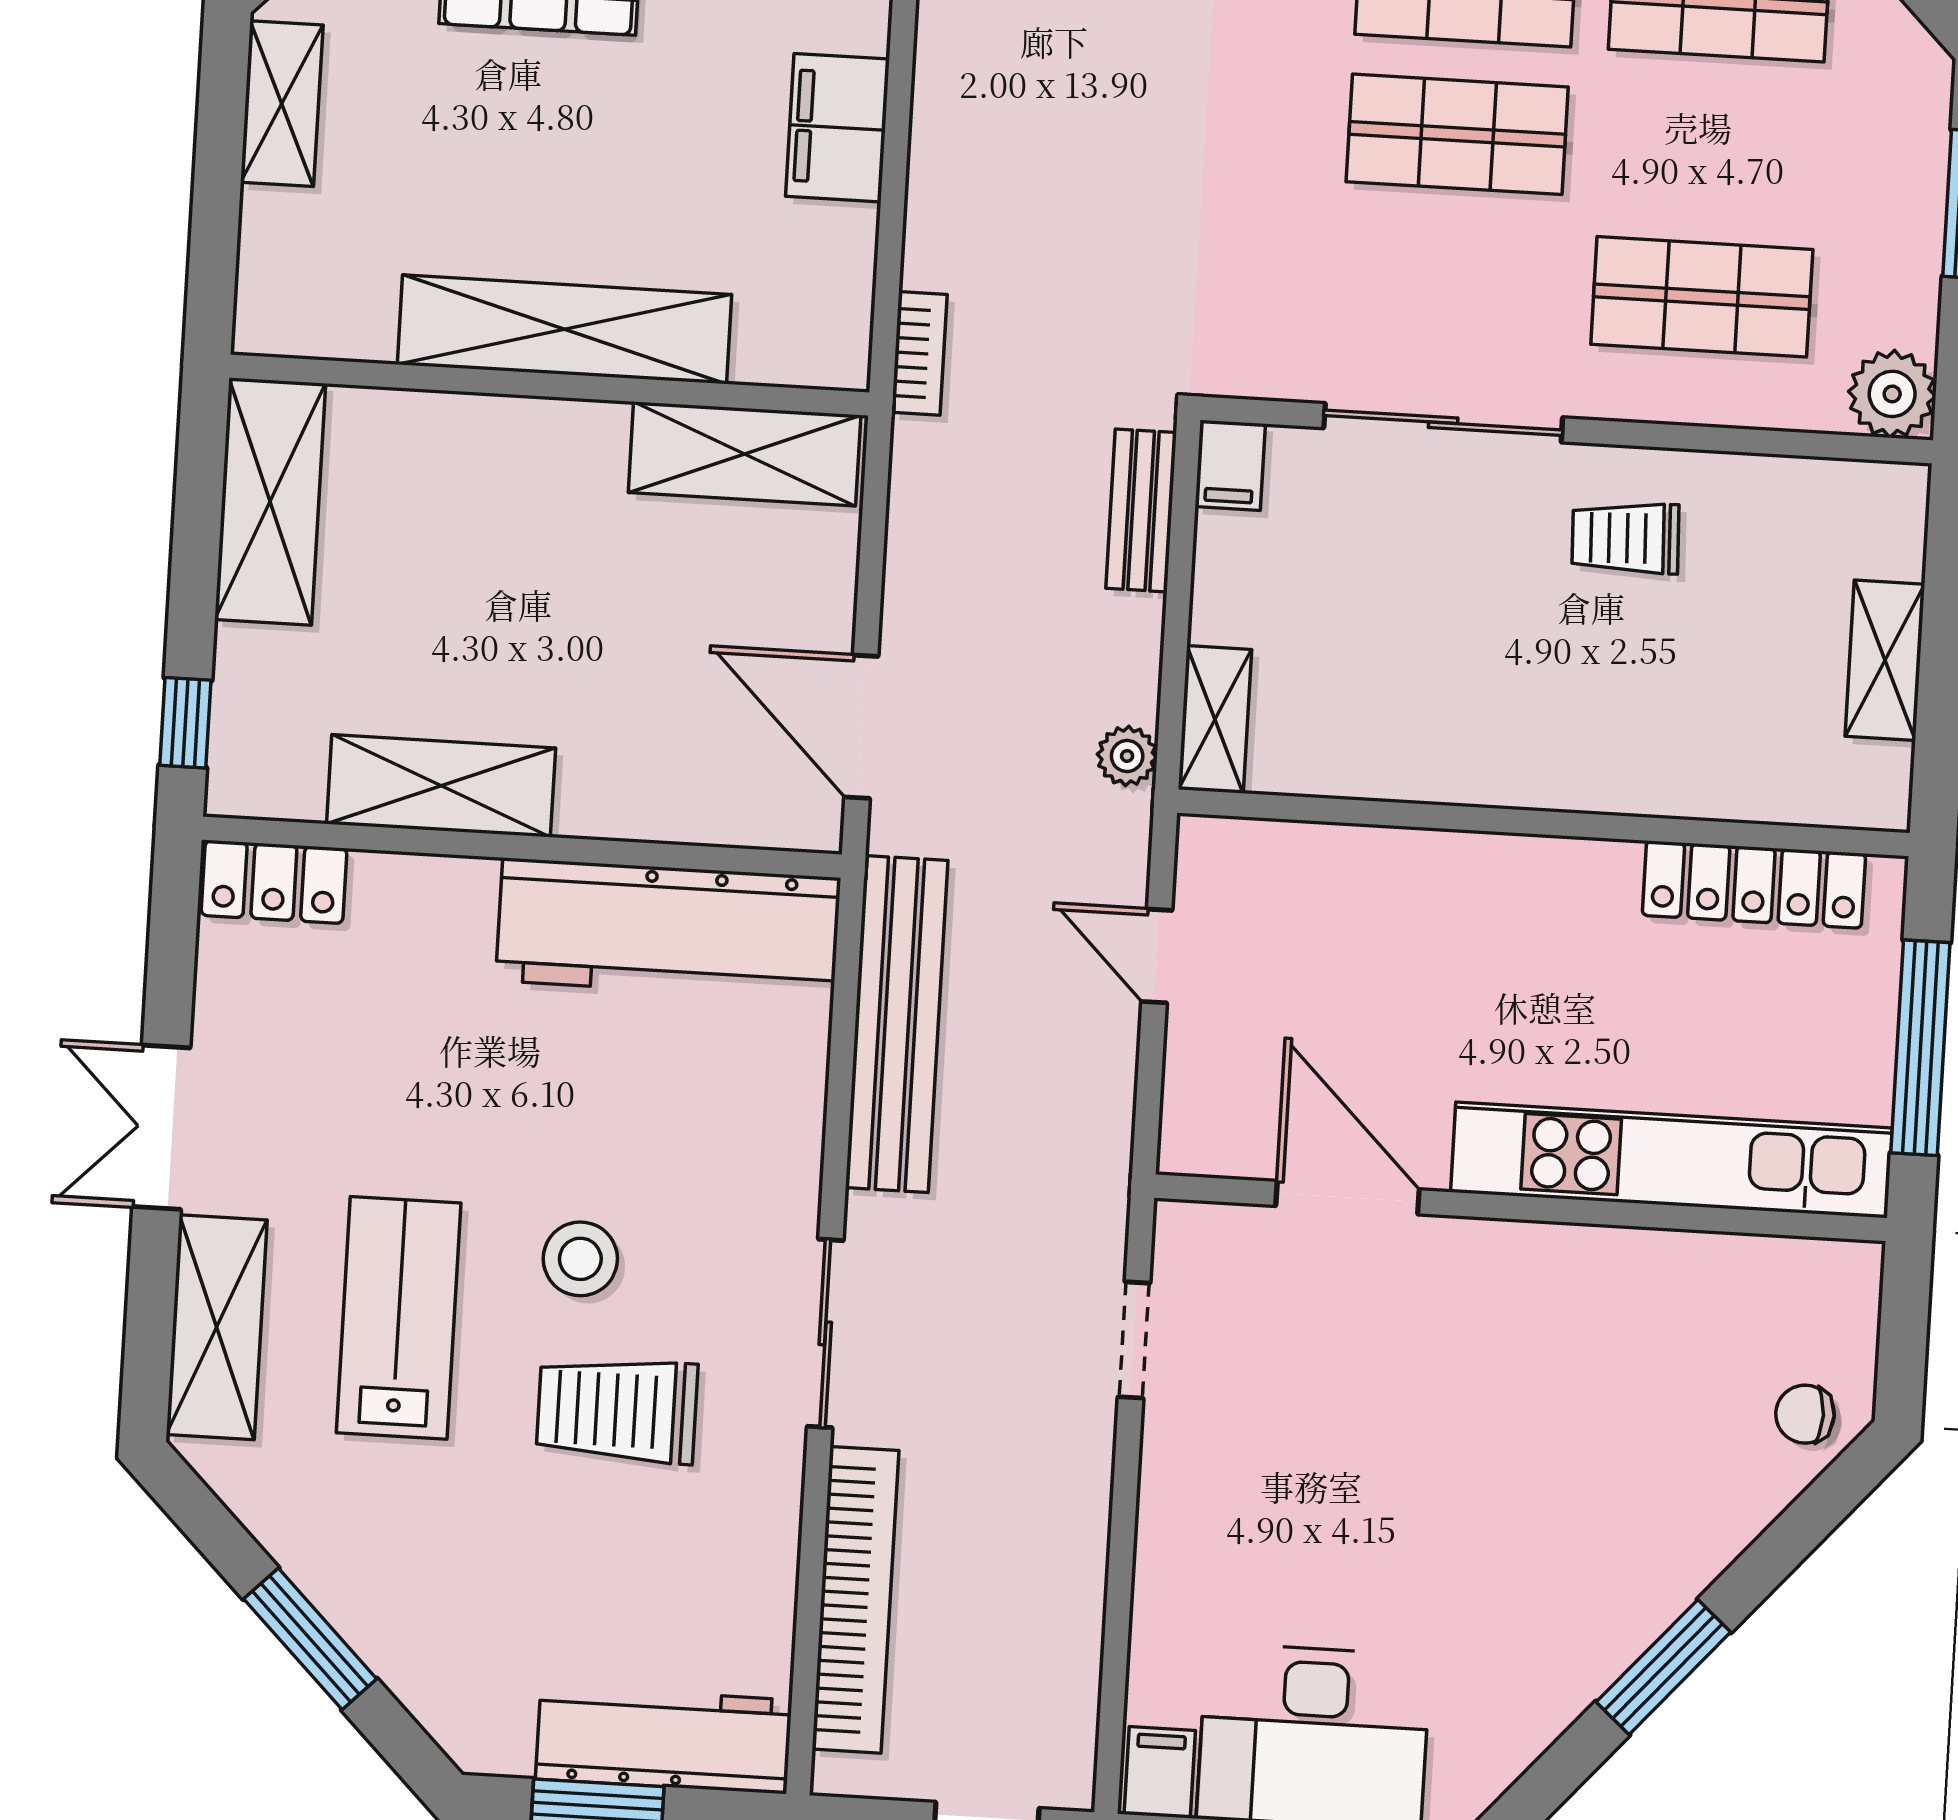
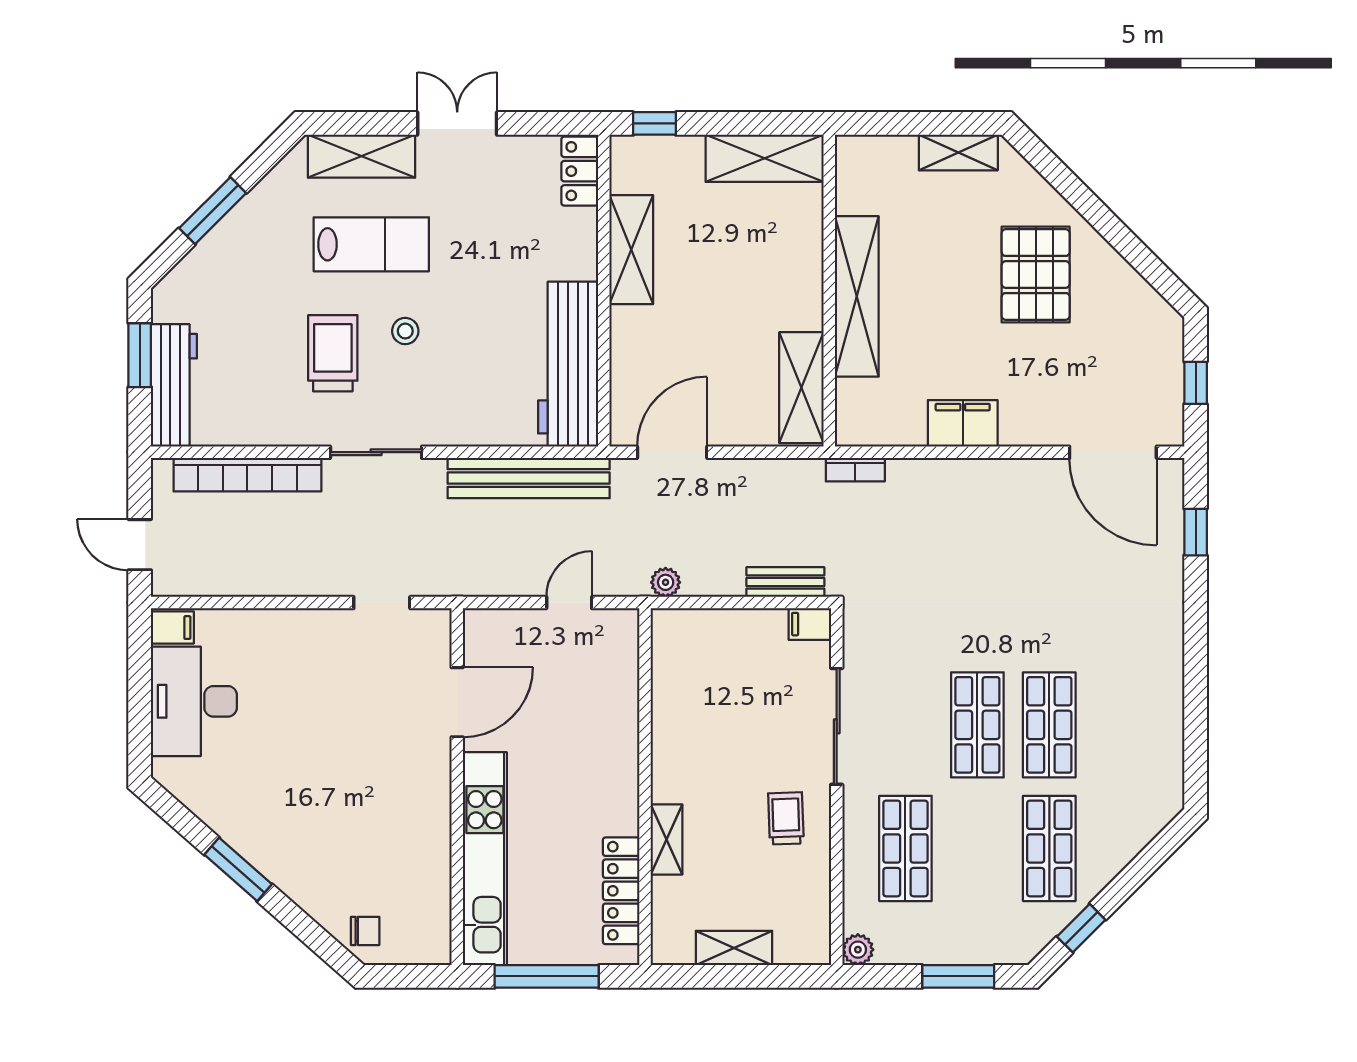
plant: (1892, 394) -> (858, 950), width x0.73, depth x0.73
shelving: (1215, 719) -> (667, 839), moved, turned 90
stool: (580, 1259) -> (405, 331), width x0.73, depth x0.73
chair: (1805, 1414) -> (365, 931), turned 90

